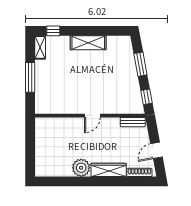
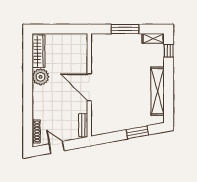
shelving: (88, 43) -> (158, 91), width x1.47
window: (146, 97) -> (107, 138), removed
door: (92, 116) -> (89, 87), width x1.88
wardrobe: (109, 170) -> (38, 51), moved

